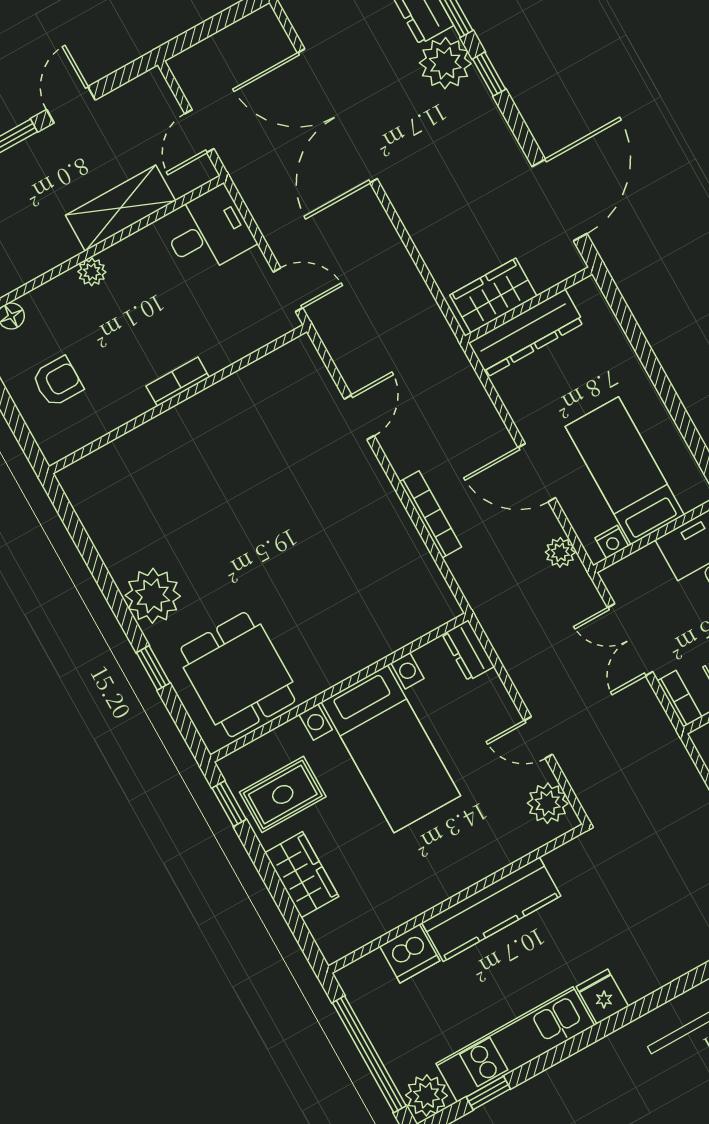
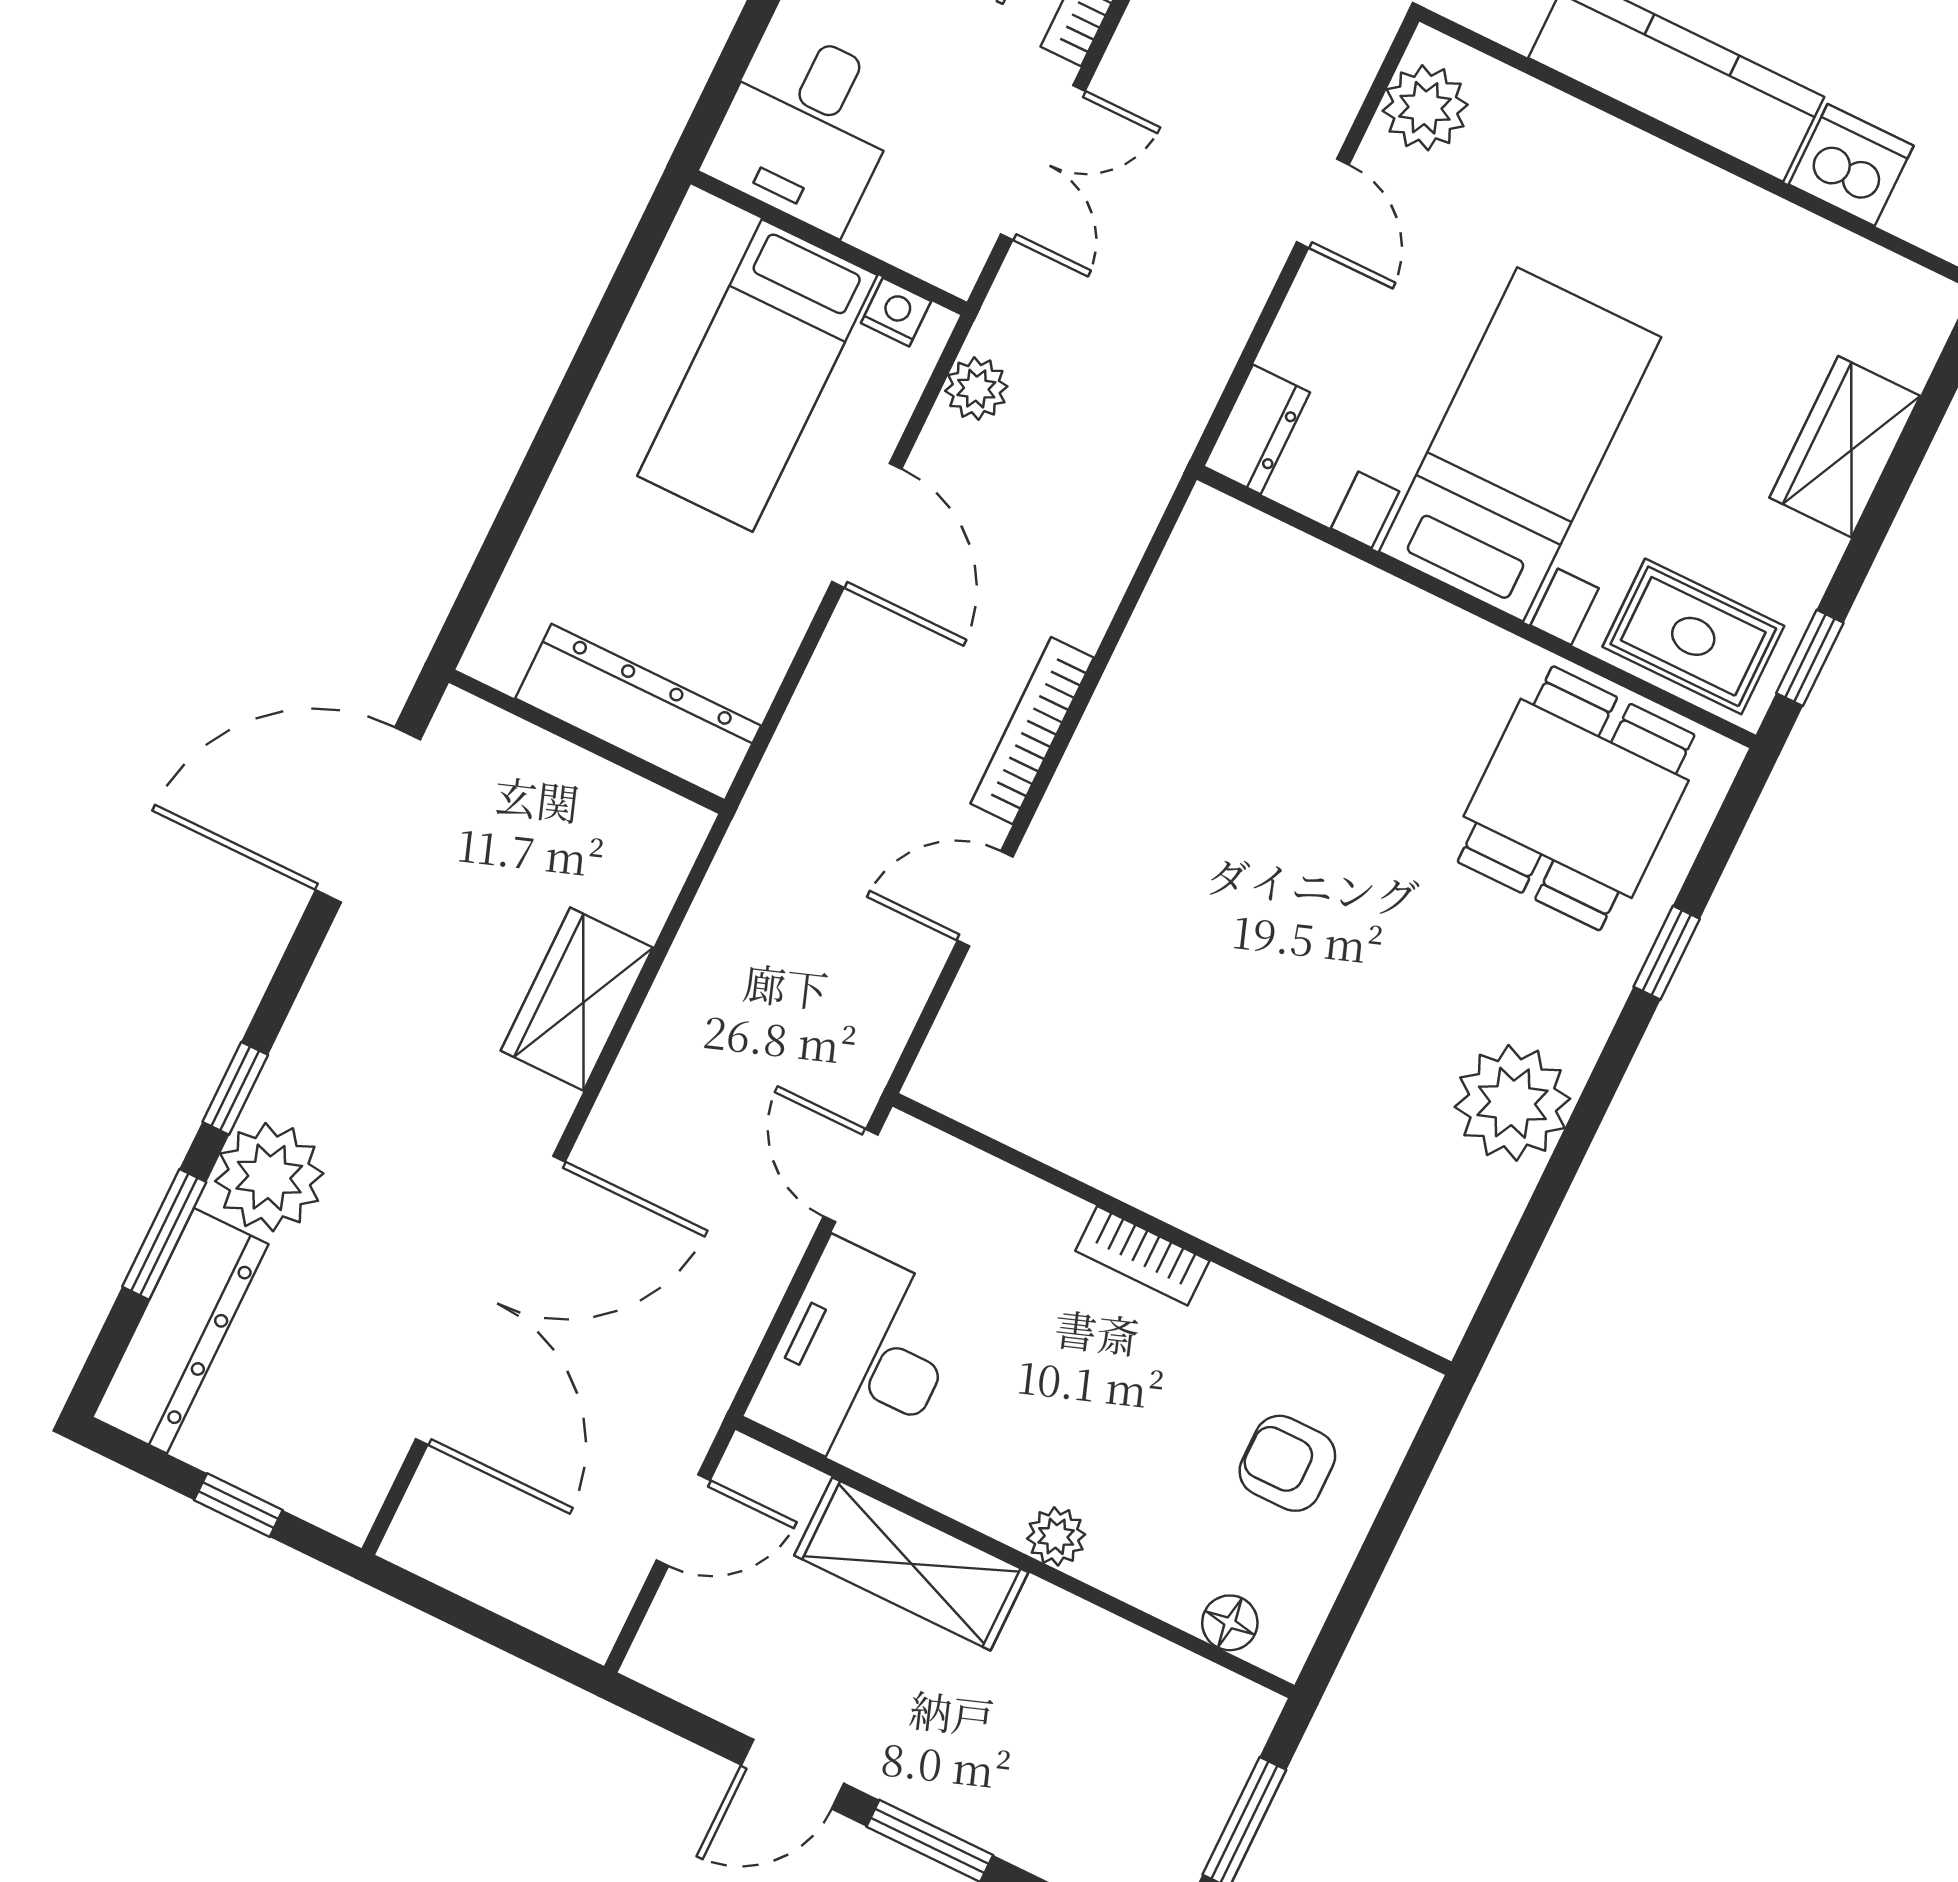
desk: (208, 232) -> (859, 1360), width x1.37
wardrobe: (493, 296) -> (577, 999), moved, turned 90
bookcase: (430, 514) -> (1032, 731), moved
plant: (153, 596) -> (1512, 1103), moved
rug: (283, 794) -> (1693, 636), moved

